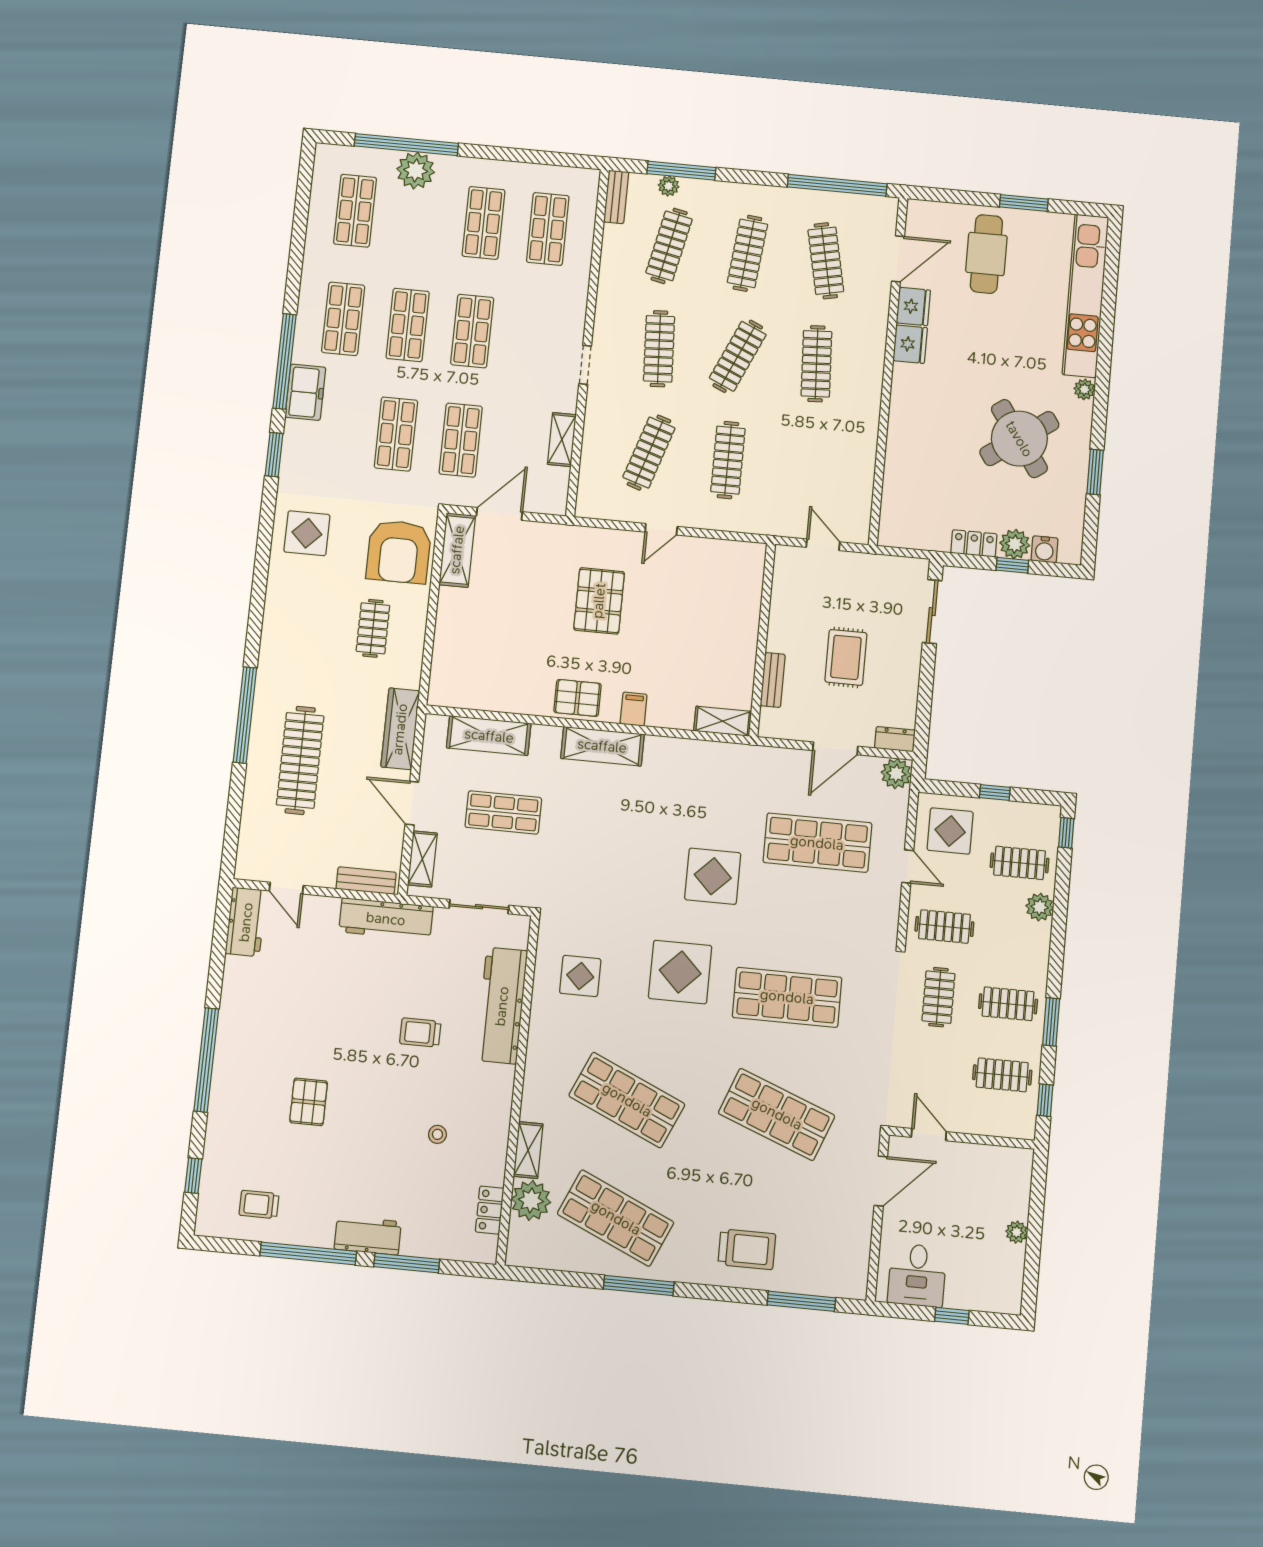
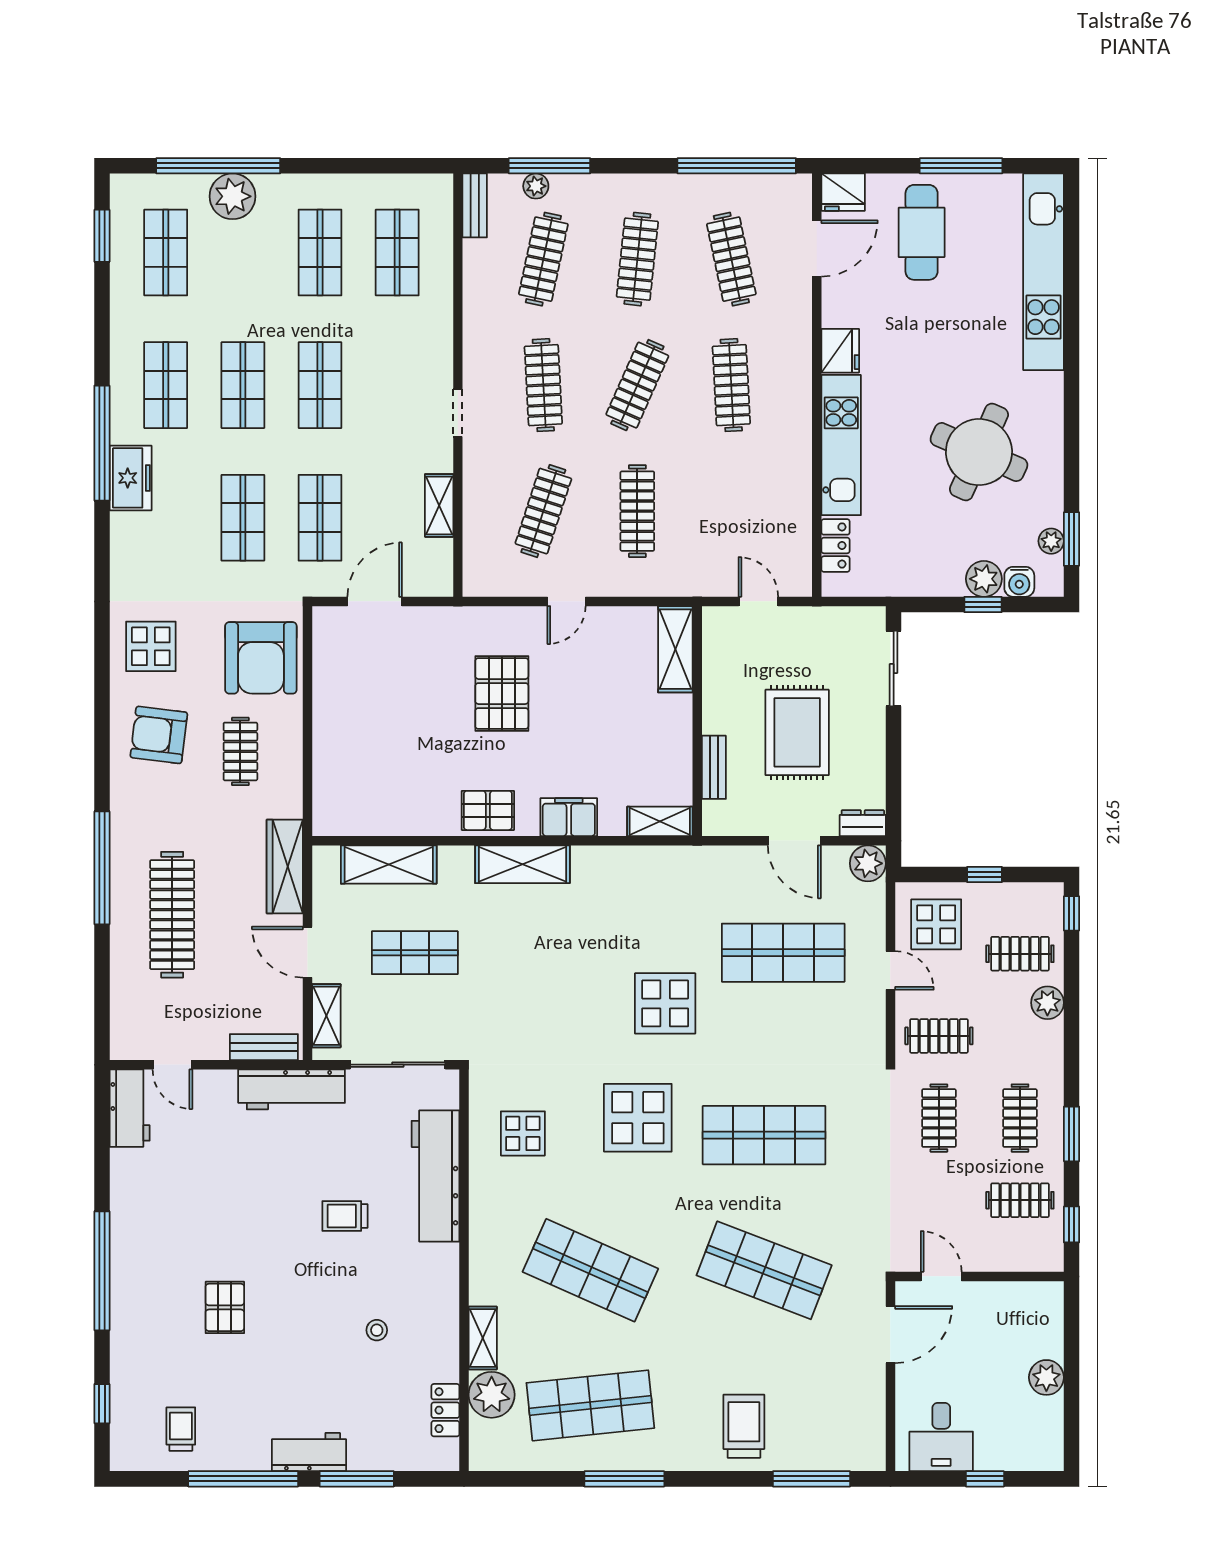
window: (1024, 203) -> (961, 166), width x1.44
fridge: (913, 306) -> (843, 192), moved, turned 90
plant: (1084, 389) -> (1051, 541), moved
kitchen unit: (904, 422) -> (841, 445), added
round table: (1019, 439) -> (979, 452), turned -31
window: (274, 455) -> (102, 236), moved
window: (1095, 472) -> (1071, 539), moved
locker: (974, 543) -> (835, 545), moved, turned 90
shelving: (457, 550) -> (675, 649), moved
armchair: (306, 608) -> (159, 735), added
rug: (846, 657) -> (797, 732), width x1.36, depth x1.43
filing cabinet: (634, 709) -> (569, 817), width x2.00
door: (835, 748) -> (794, 841), hinge flipped
sliding door: (479, 907) -> (398, 1065), width x1.37
clothes rail: (1008, 1004) -> (1020, 1118), turned 90
trolley: (259, 1204) -> (181, 1429), turned 90
shop shelf: (616, 1218) -> (590, 1405), turned -30
plant: (1017, 1232) -> (1046, 1377), width x1.38, depth x1.38
trolley: (747, 1249) -> (744, 1426), turned -90

